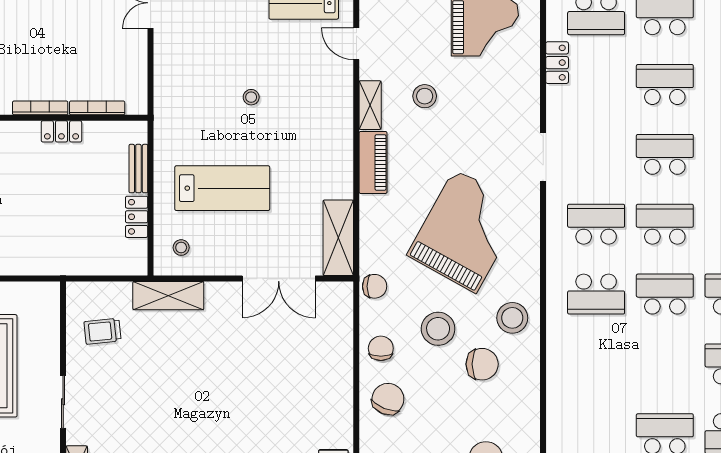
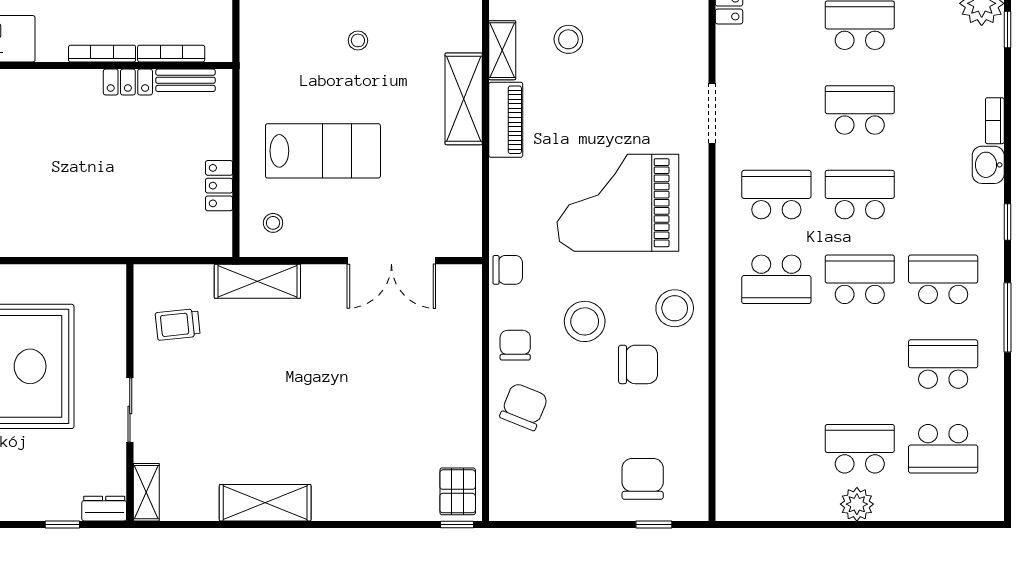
bench: (138, 169) -> (186, 80), moved, turned 90
grand piano: (465, 231) -> (618, 203), turned -119
shelving: (338, 238) -> (464, 99), moved

